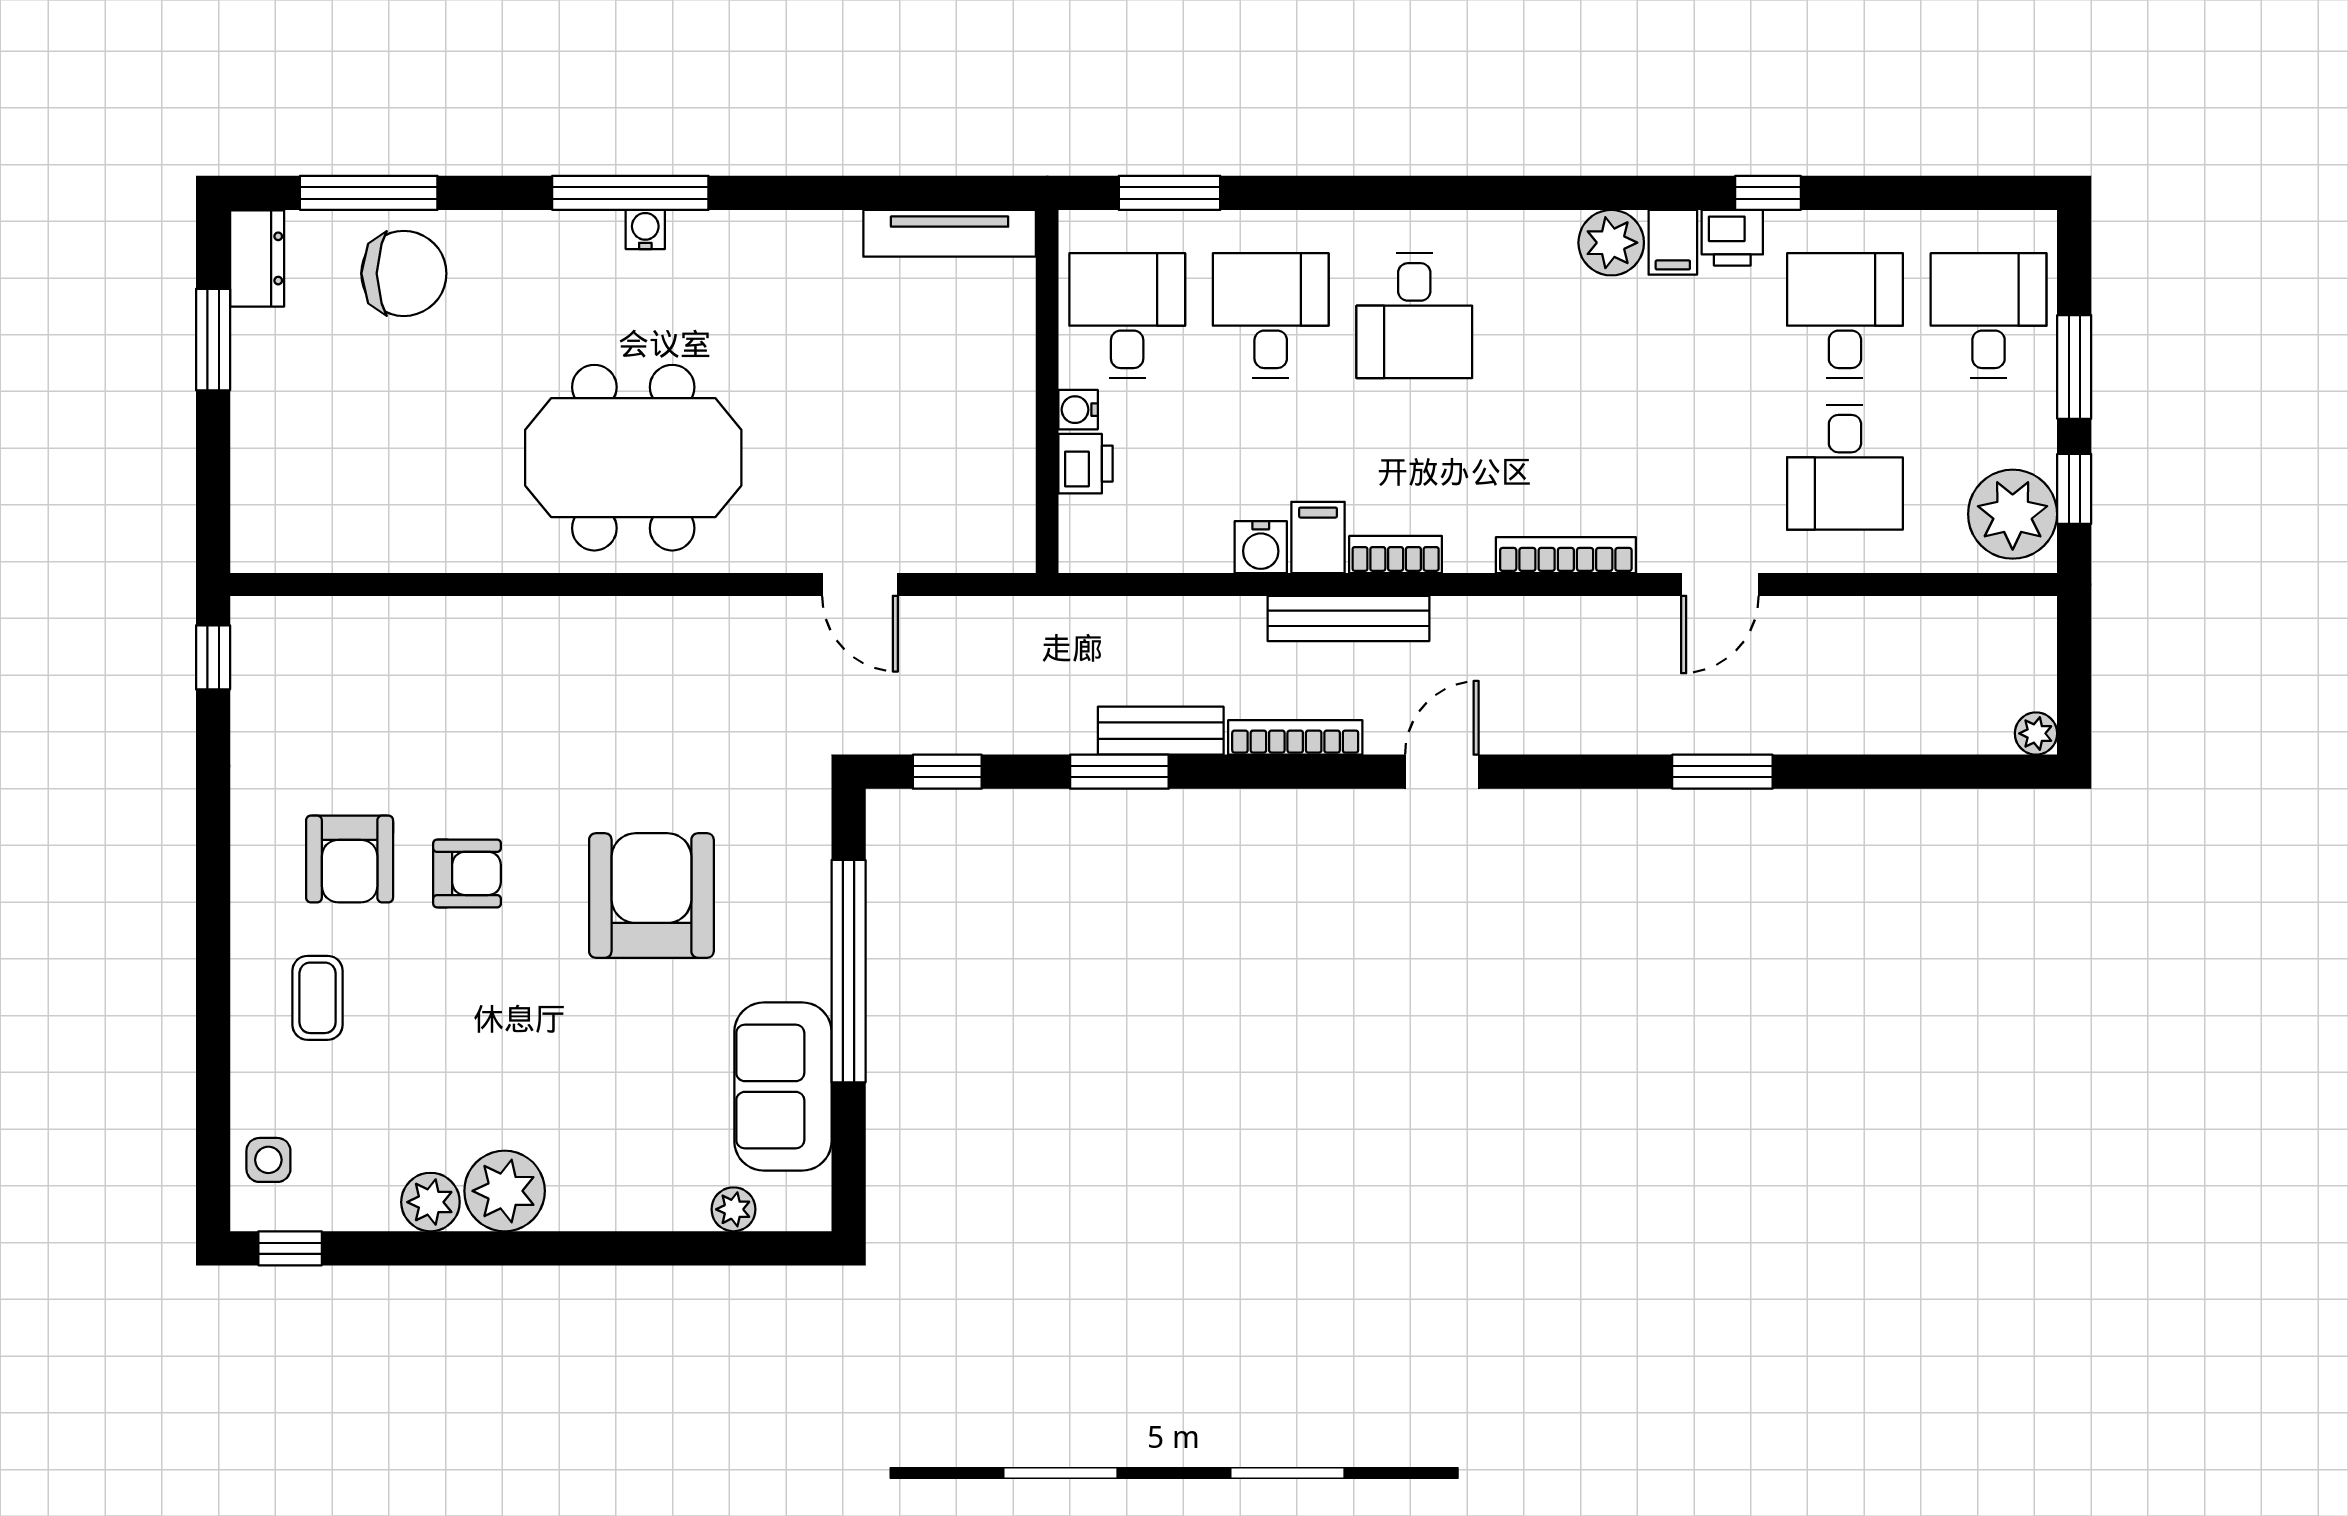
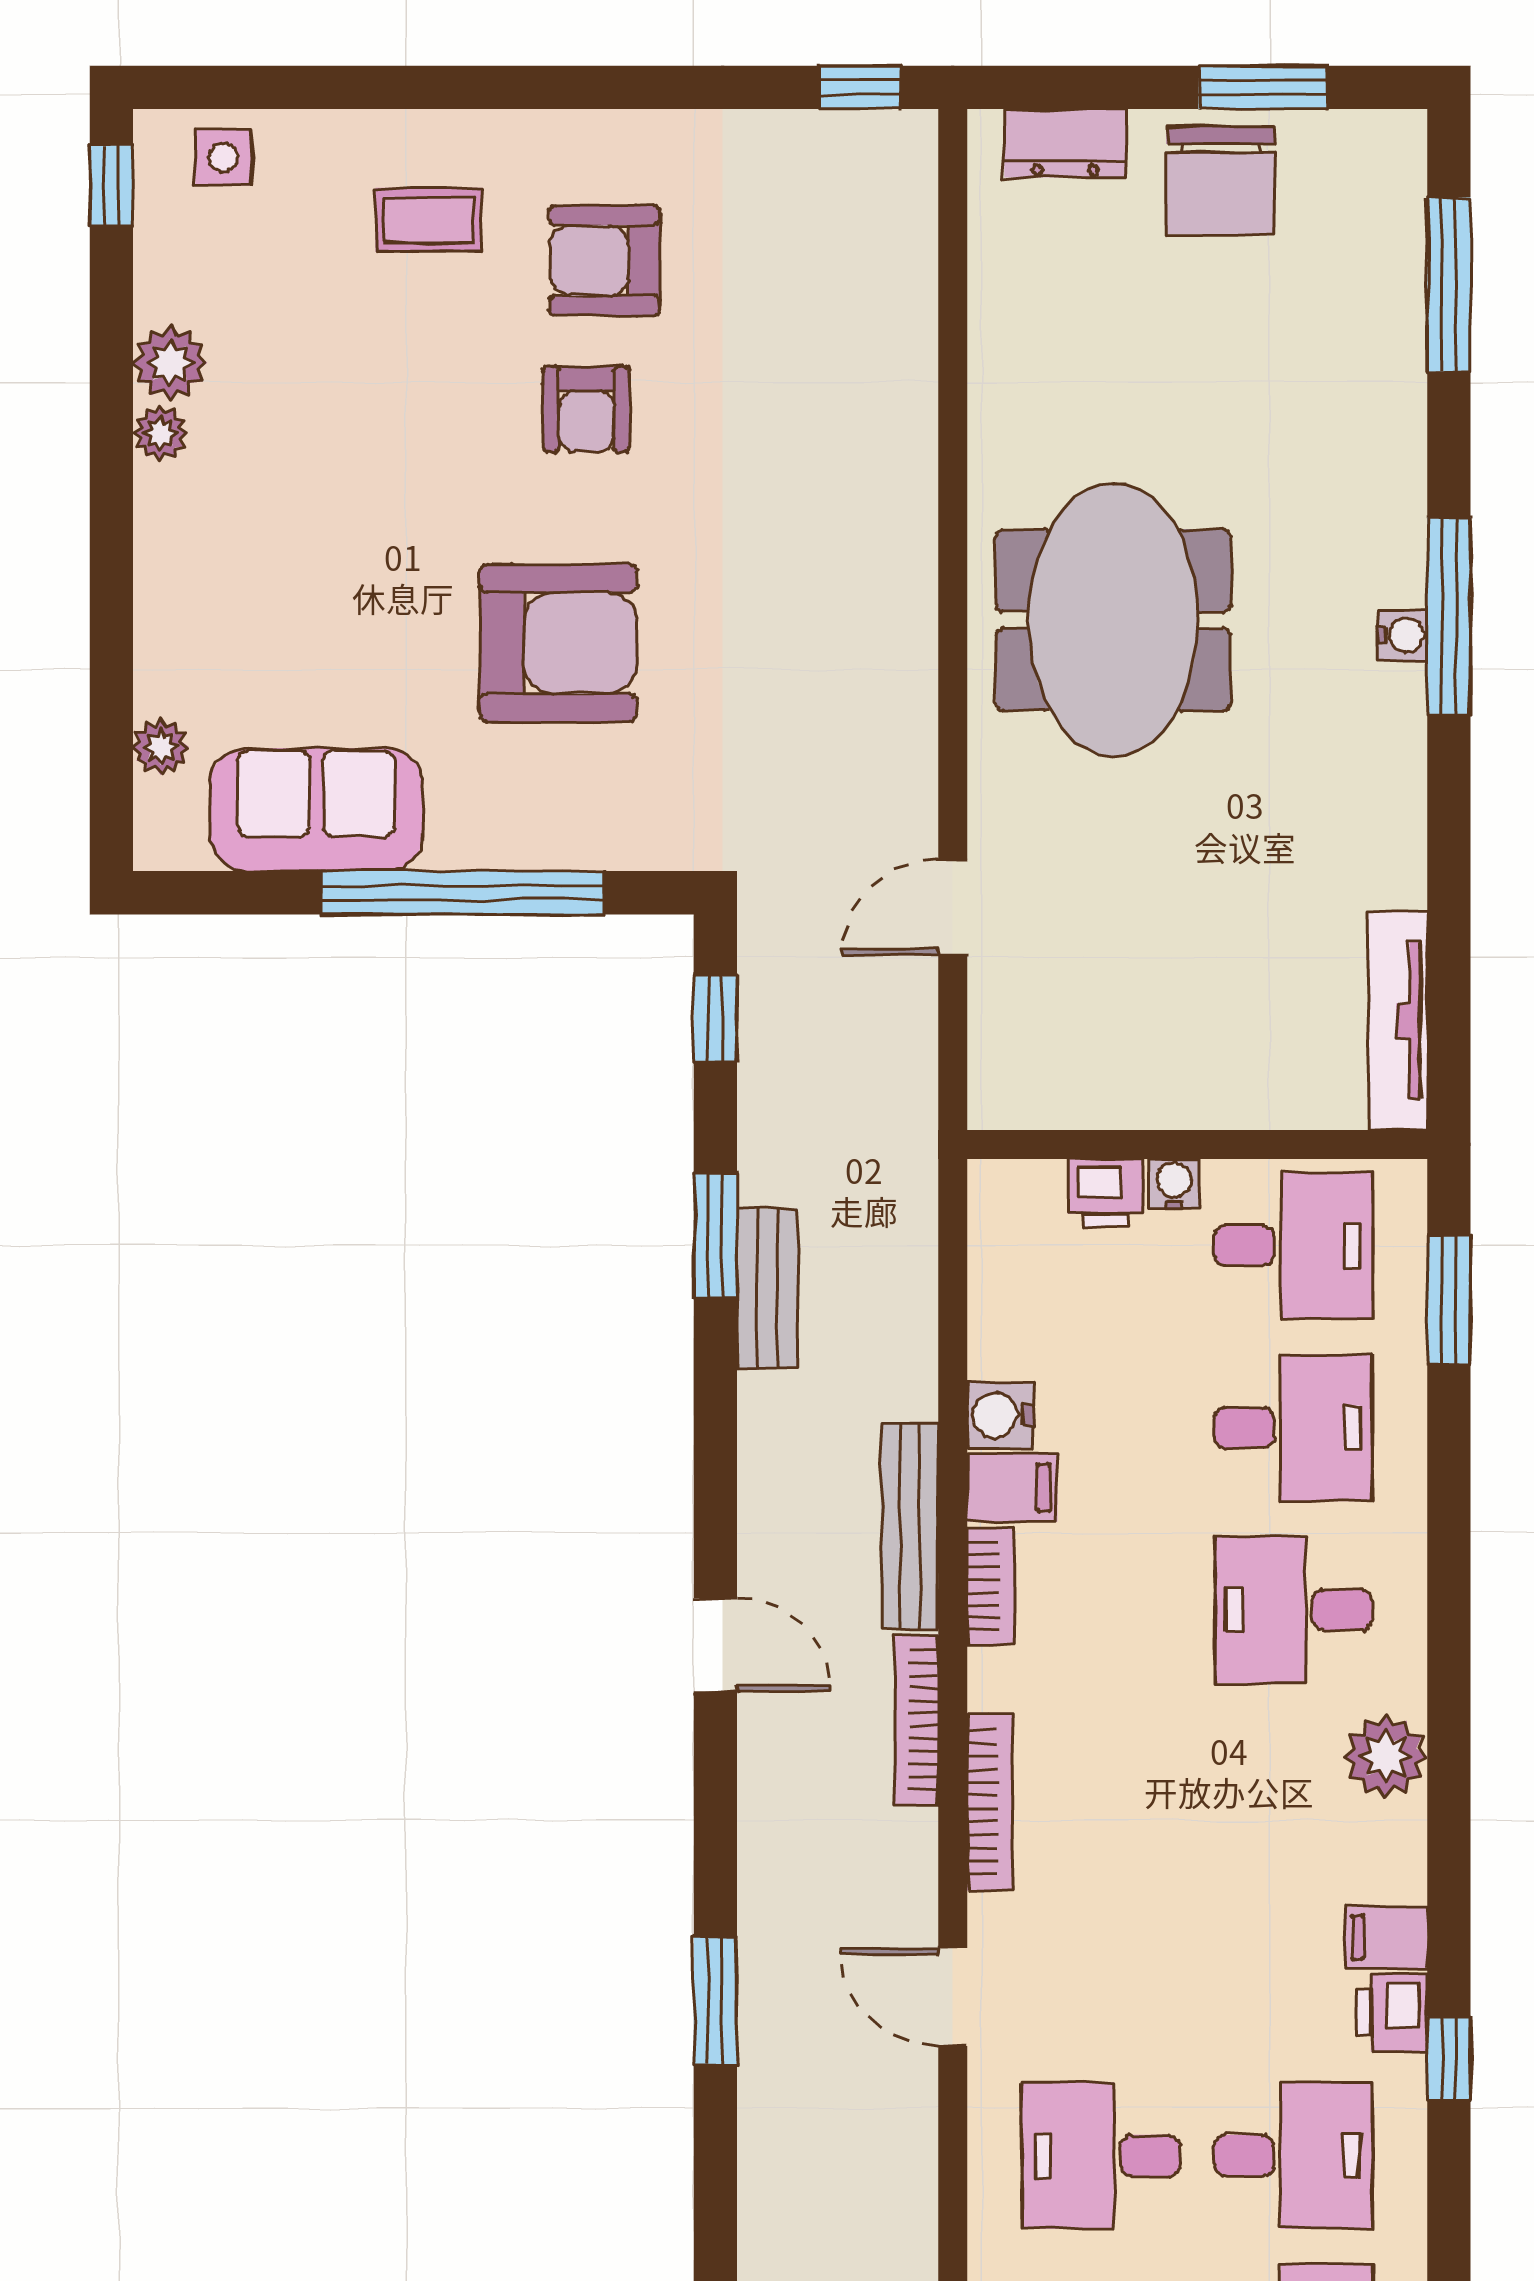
plant: (1611, 243) -> (1386, 1757), moved
dresser: (257, 258) -> (1065, 143), moved
chair: (404, 273) -> (1220, 180), moved
bookcase: (1295, 737) -> (917, 1720), moved, turned 180
plant: (505, 1191) -> (160, 433), width x0.53, depth x0.53

